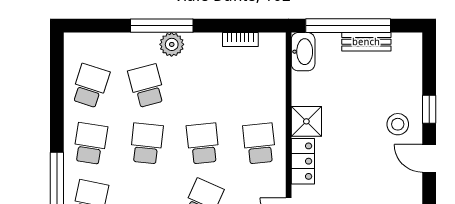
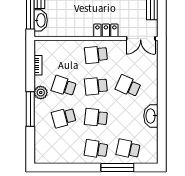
plant: (172, 44) -> (41, 93), moved
washbasin: (303, 52) -> (41, 20), moved, turned 90
school desk: (90, 86) -> (64, 86), moved
shower: (306, 121) -> (84, 28), removed

